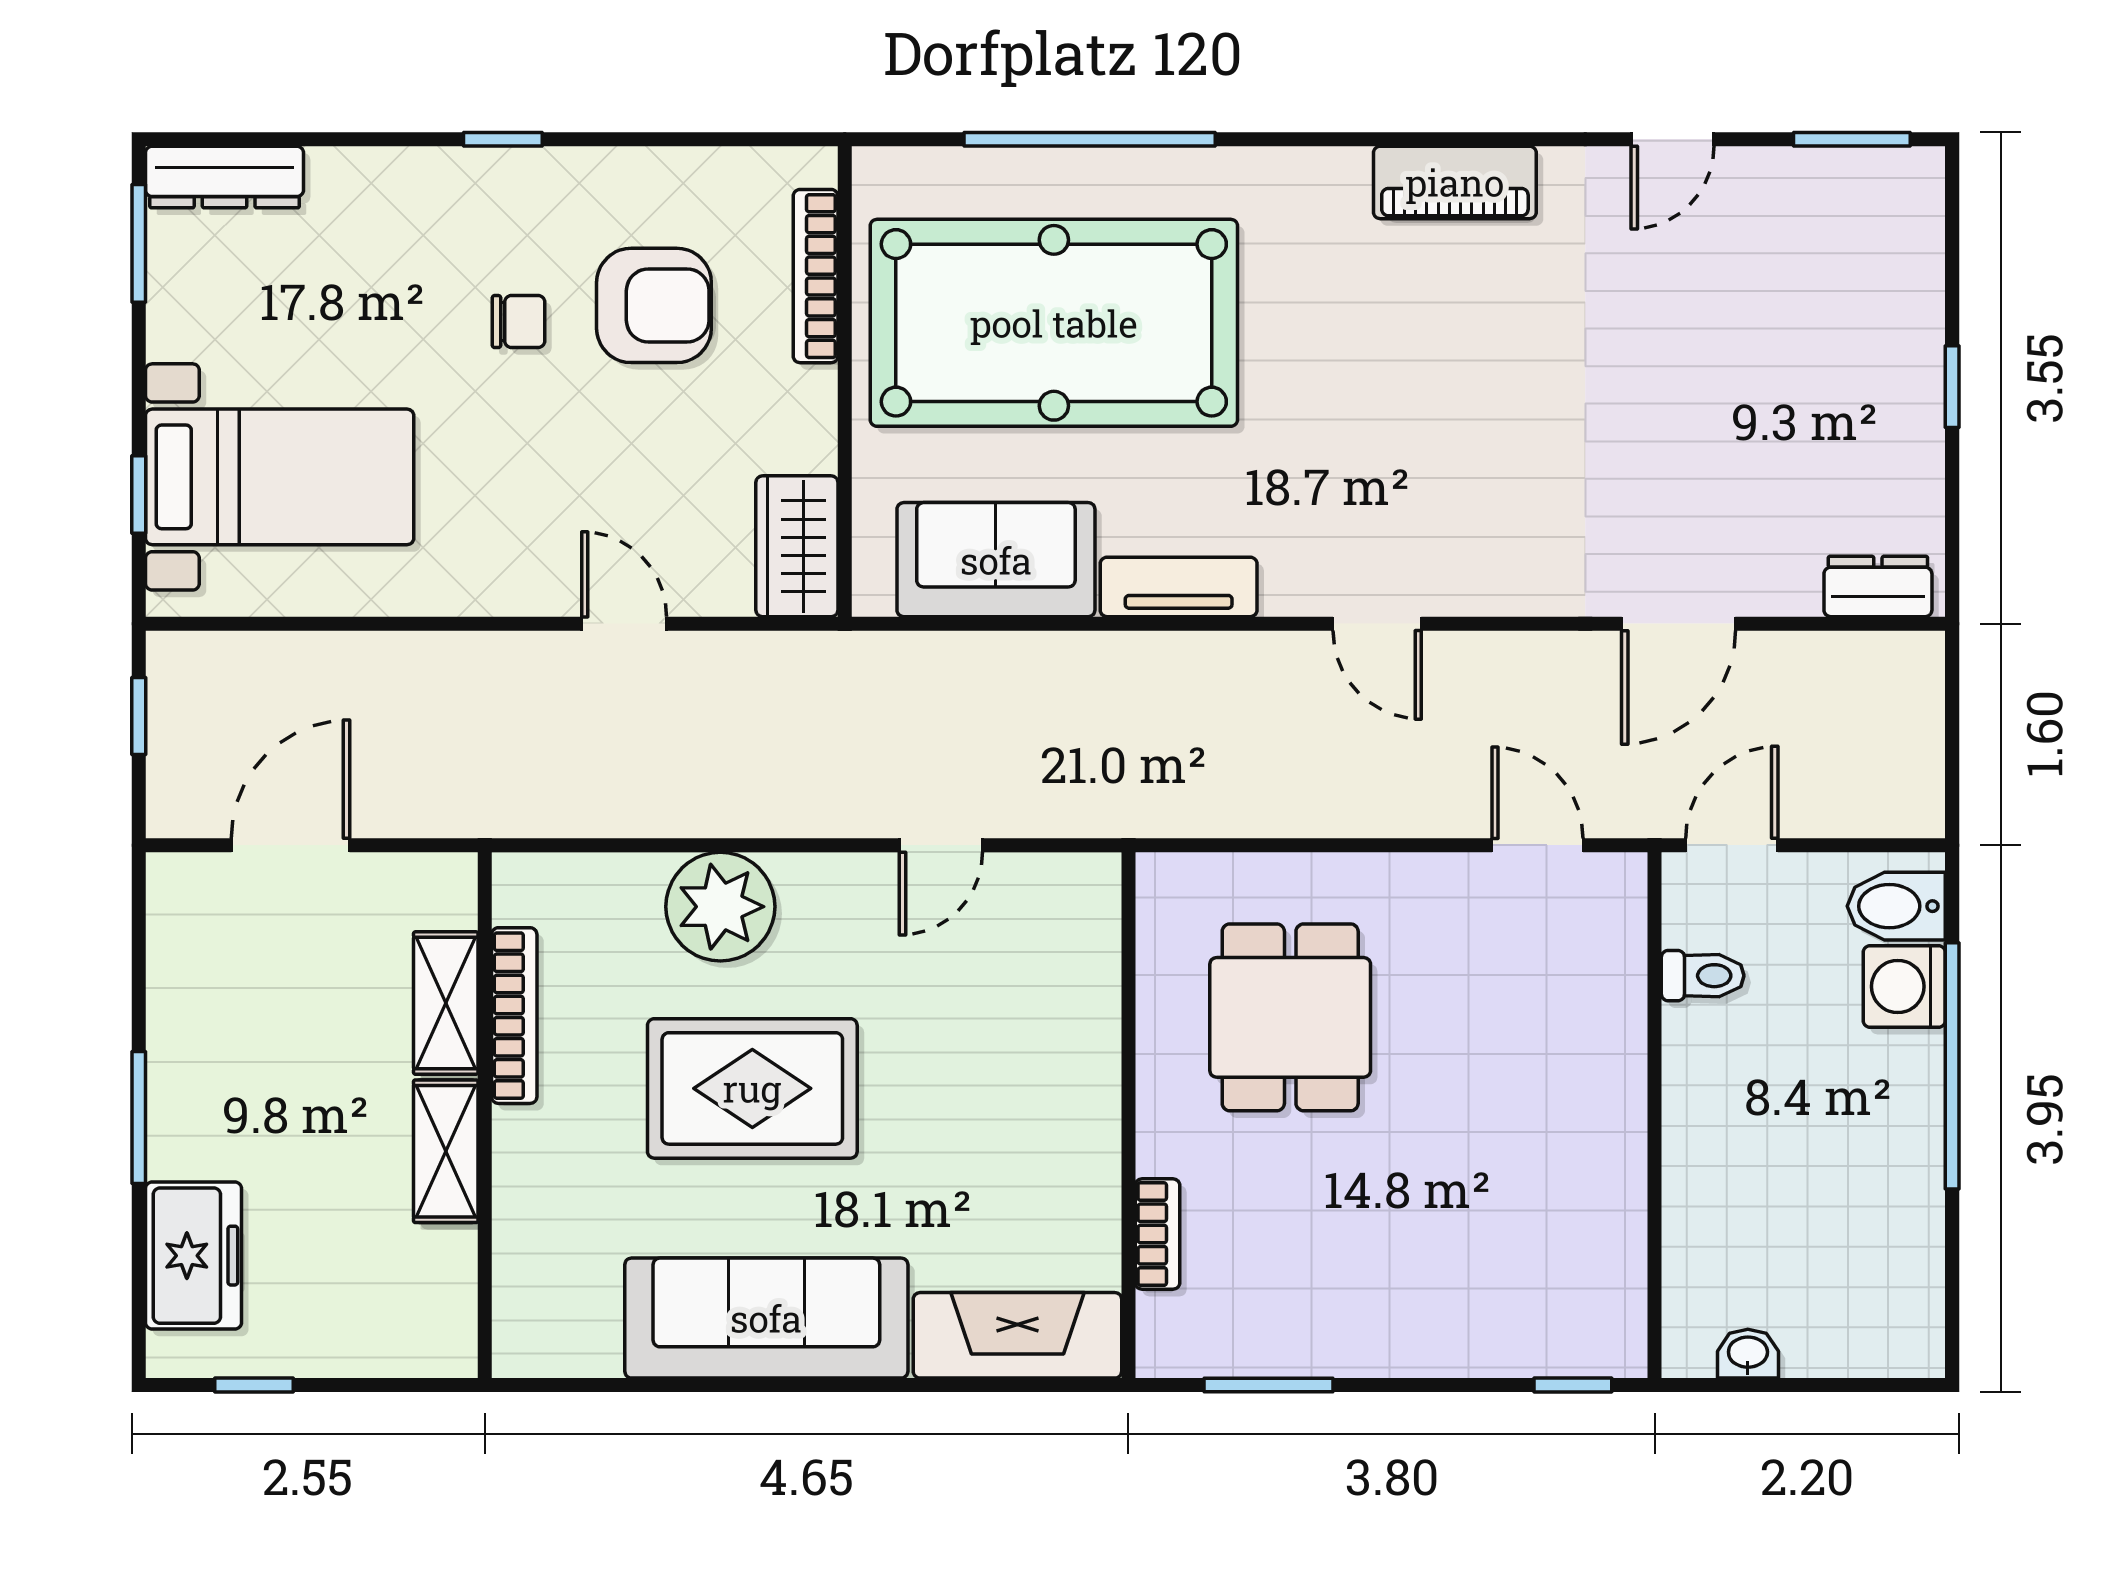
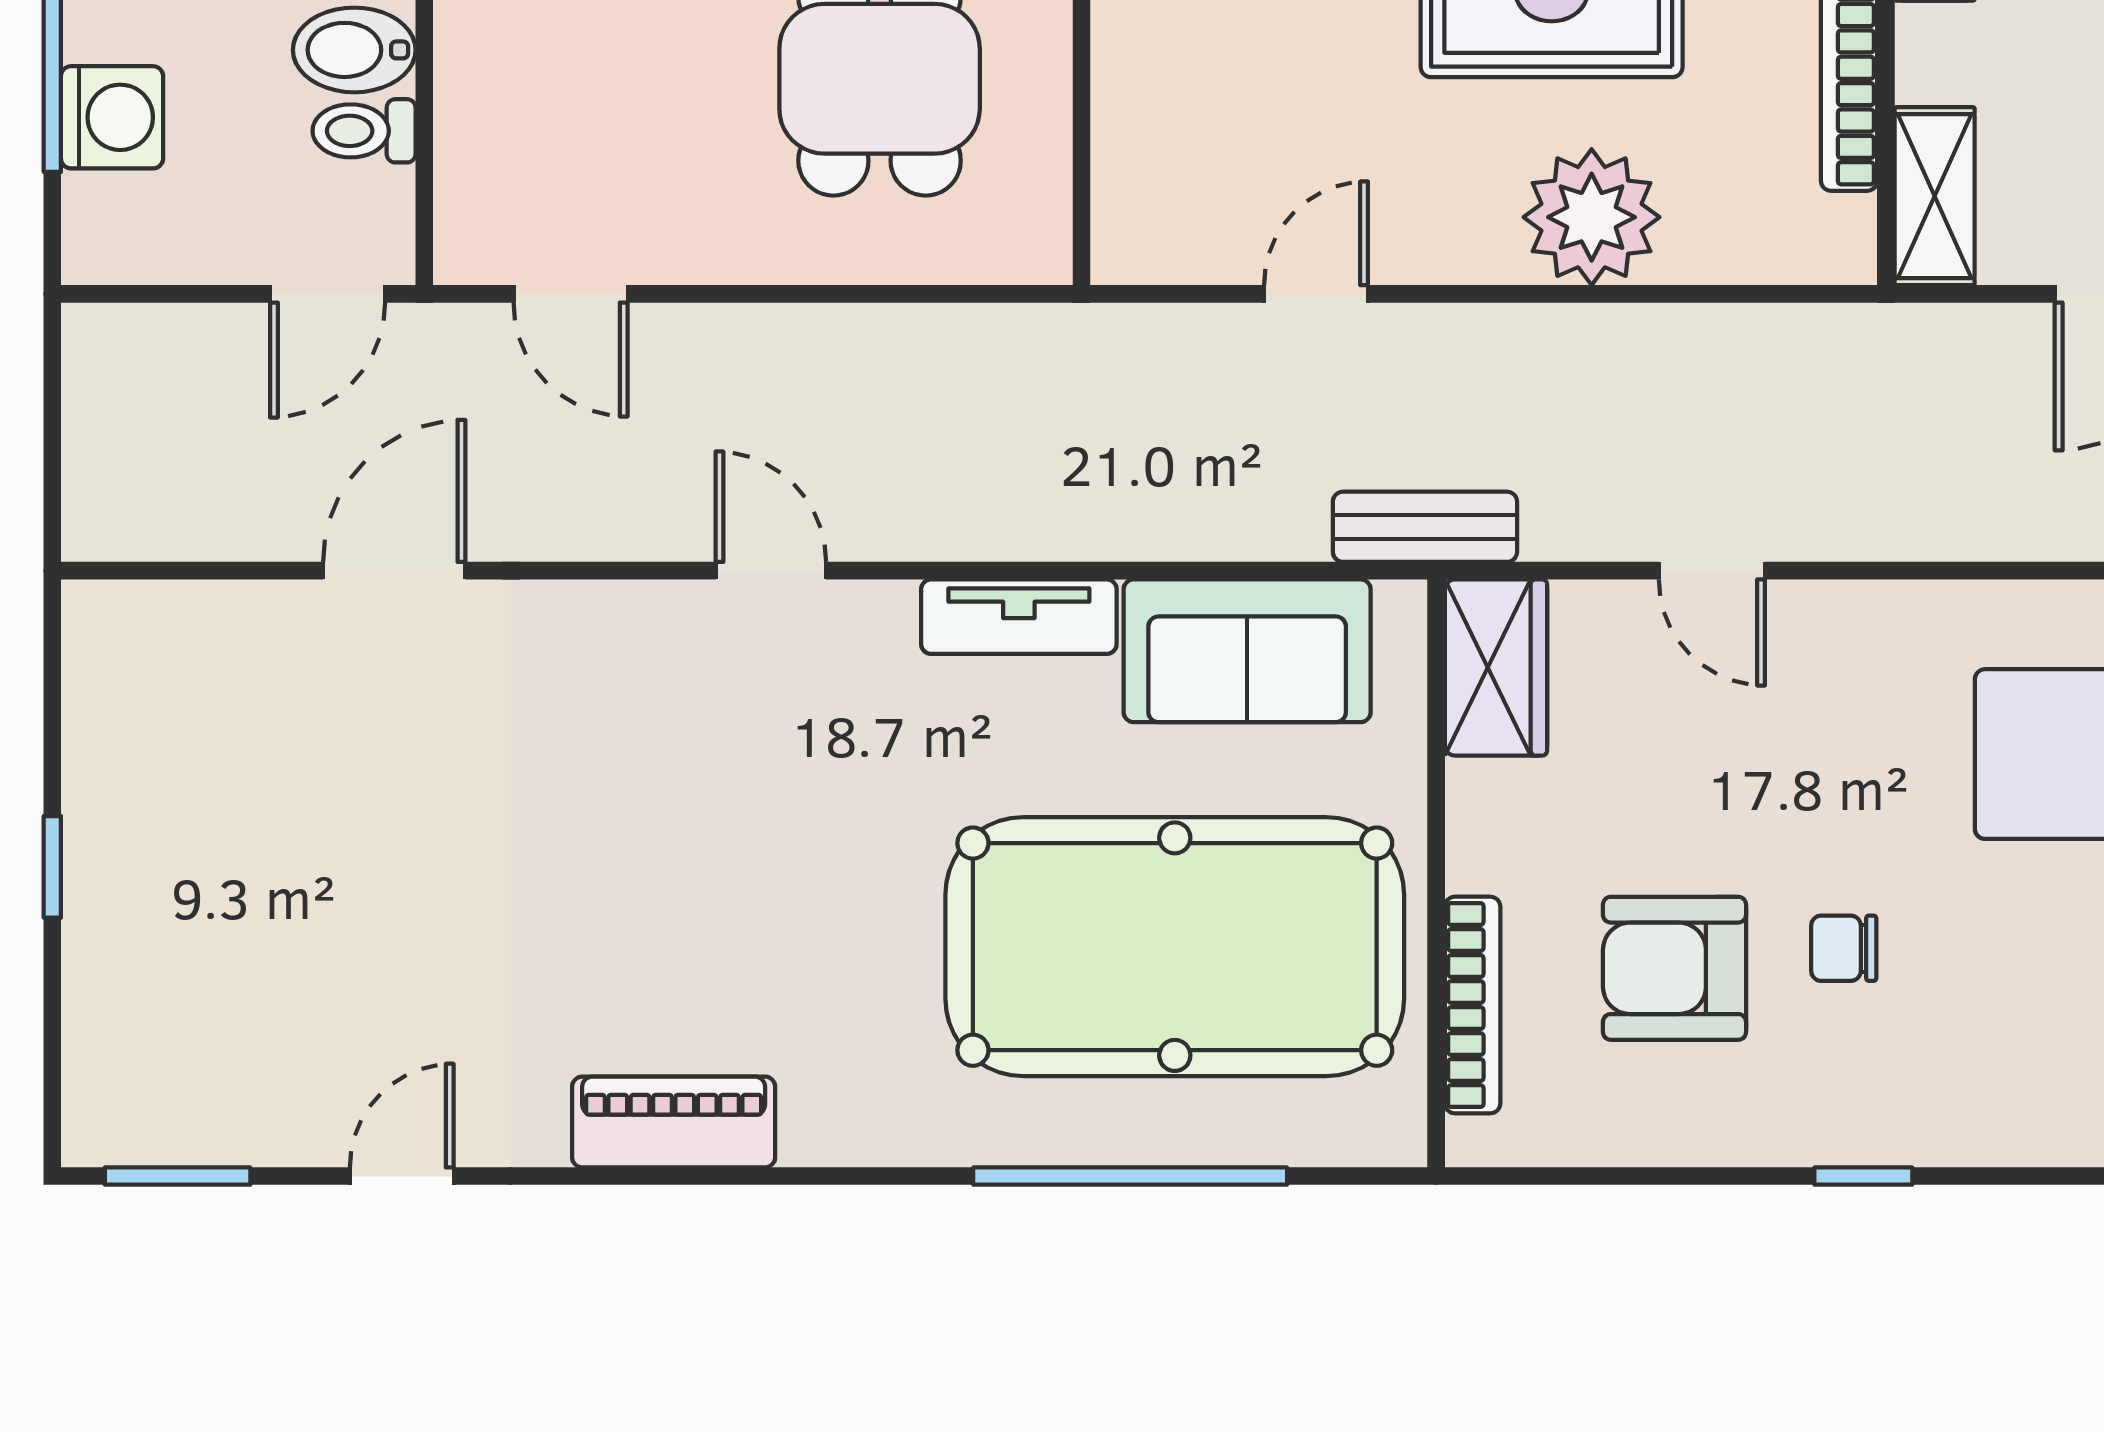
dresser: (1878, 586) -> (145, 617), removed
bench: (854, 659) -> (1425, 527), added
bidet: (1896, 906) -> (354, 50), moved, turned 180
shelving: (446, 1003) -> (1935, 196), moved

